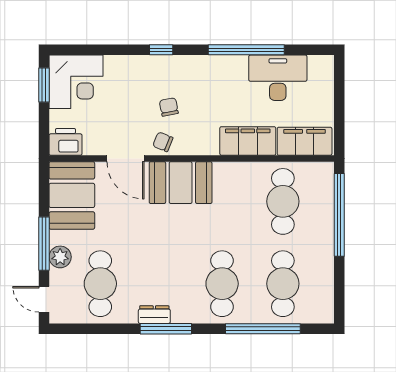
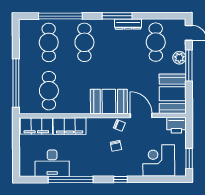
corner desk: (76, 82) -> (159, 160), moved
dresser: (154, 315) -> (128, 24), width x1.44

